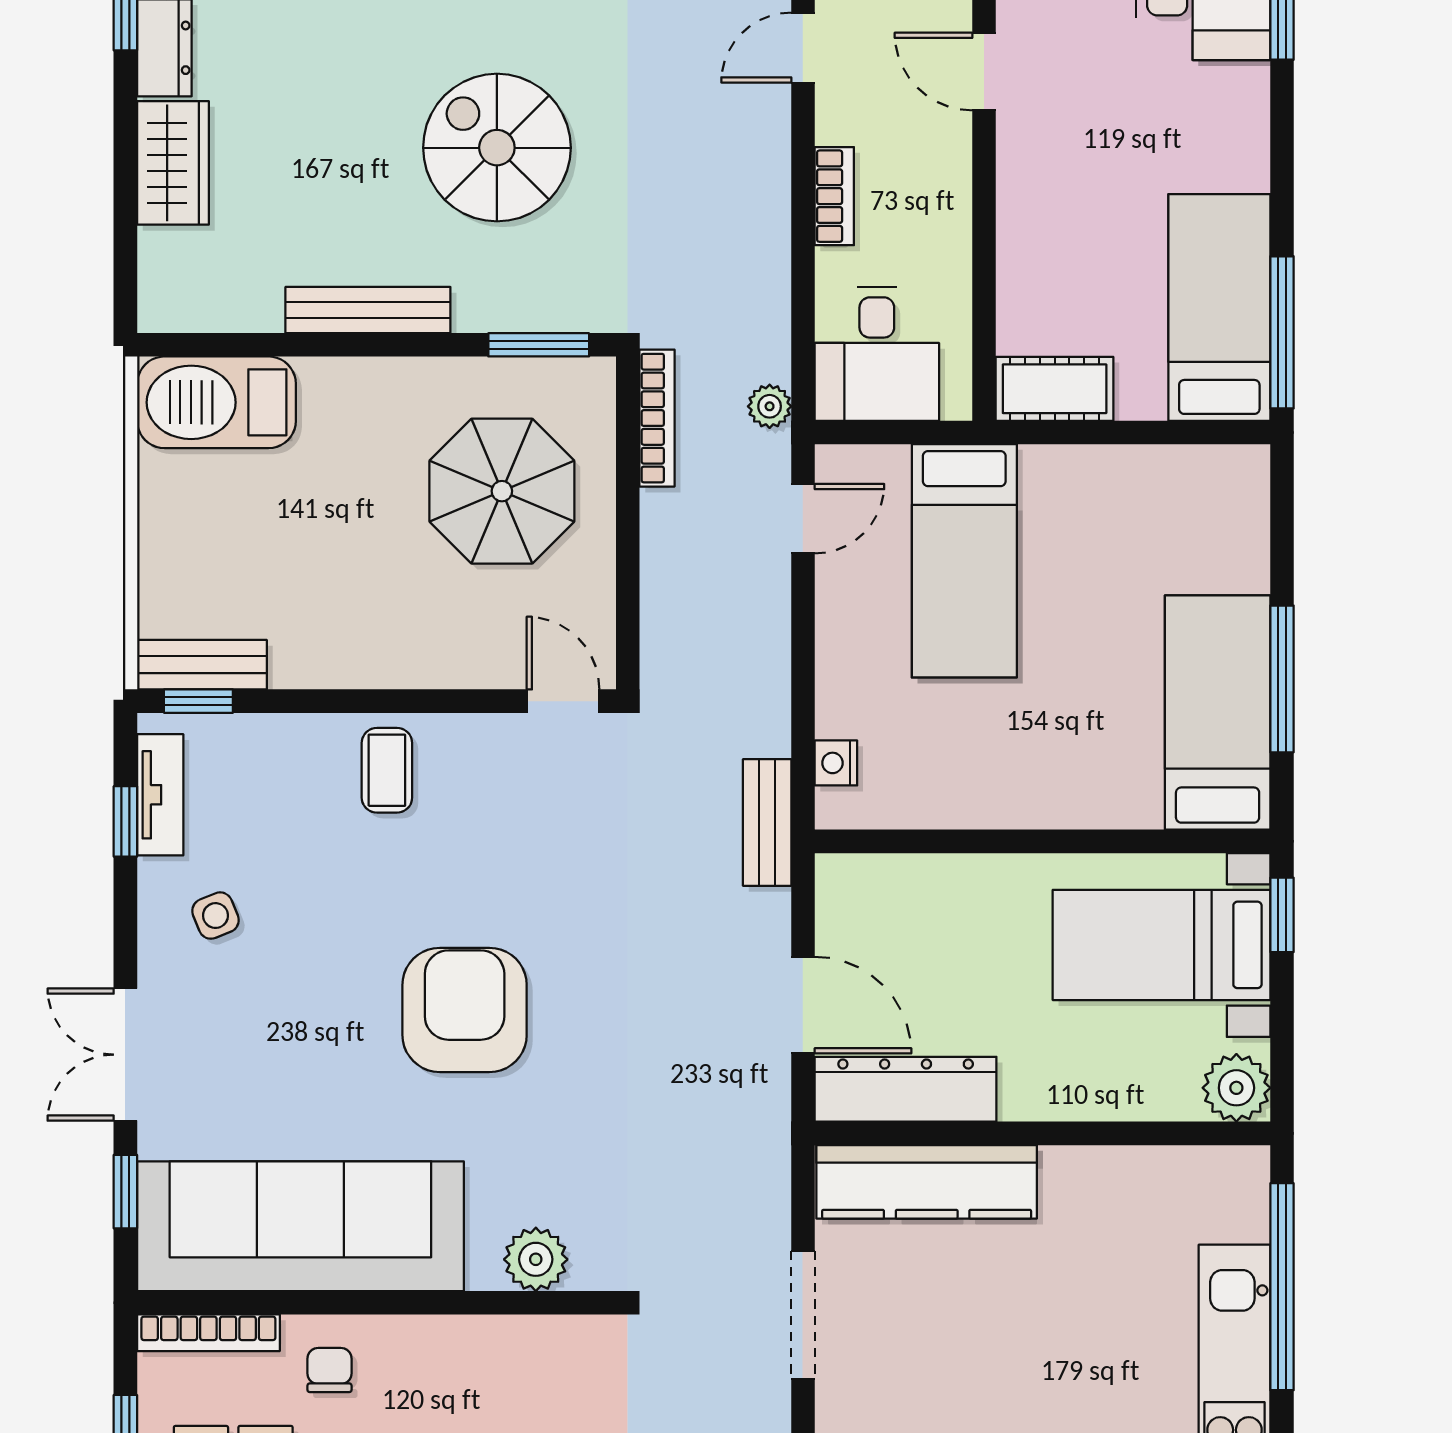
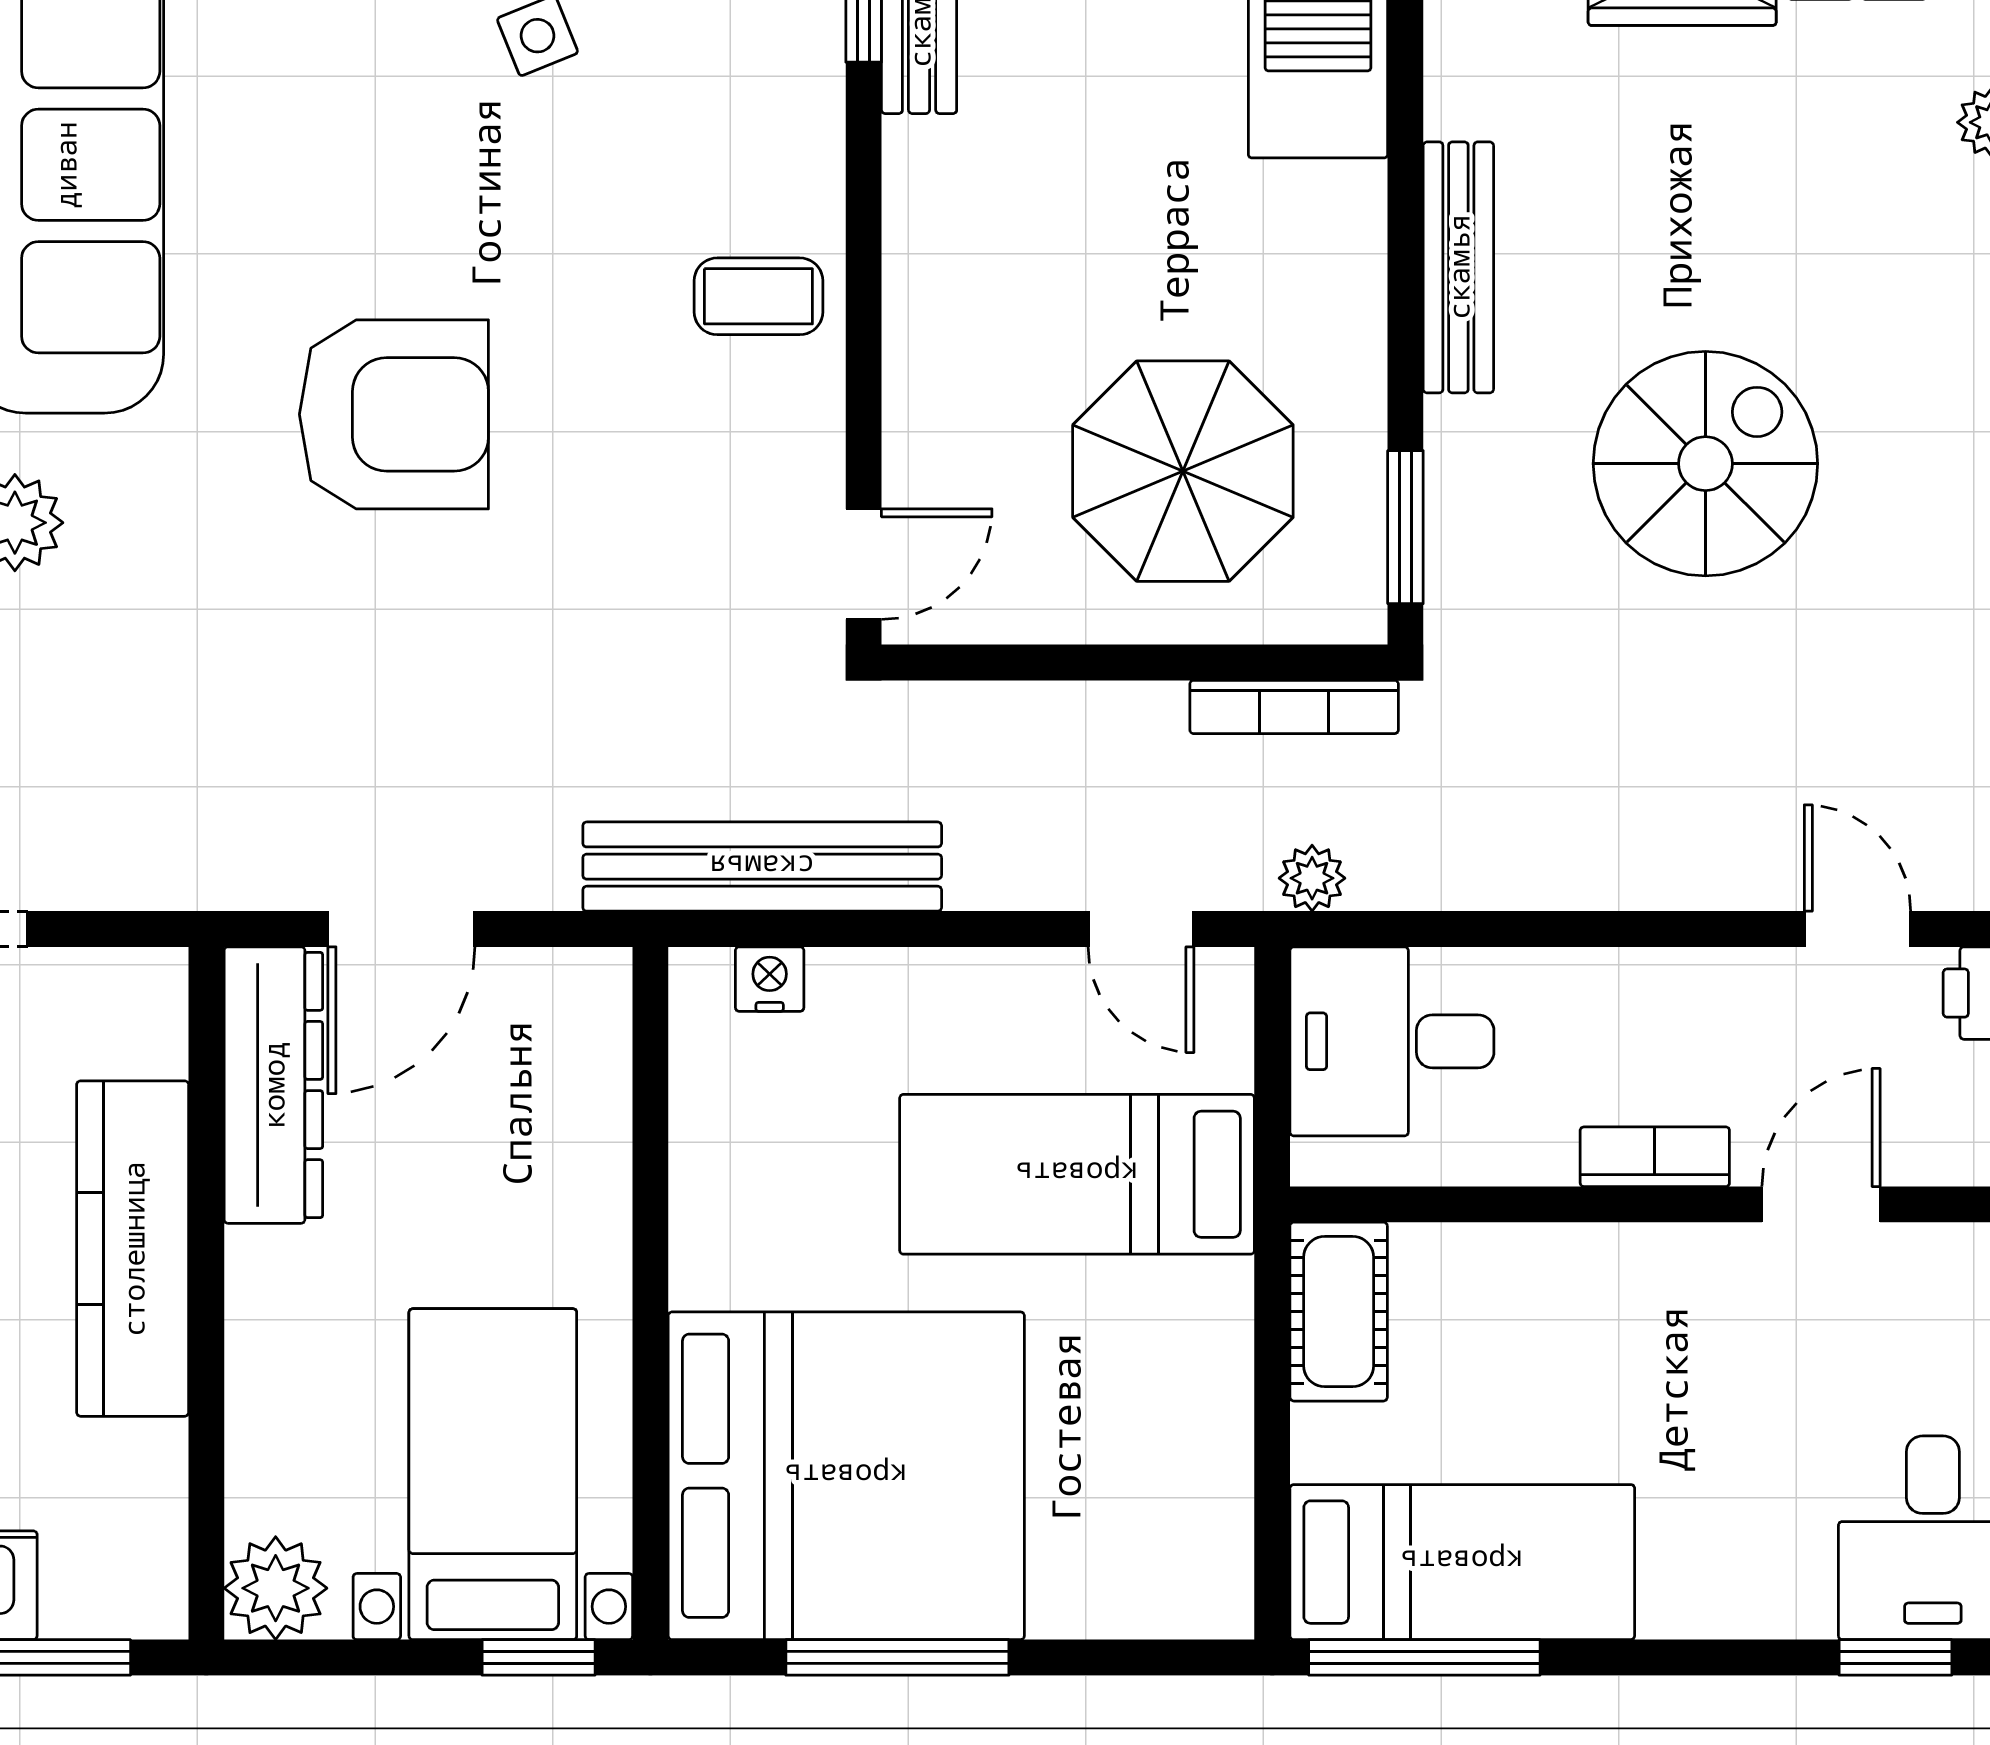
bookcase: (834, 196) -> (1655, 1157), moved, turned 180
bed: (1218, 713) -> (846, 1476), width x2.04
bench: (767, 822) -> (762, 867), width x1.86, depth x1.21
kitchen counter: (927, 1182) -> (133, 1249), moved

